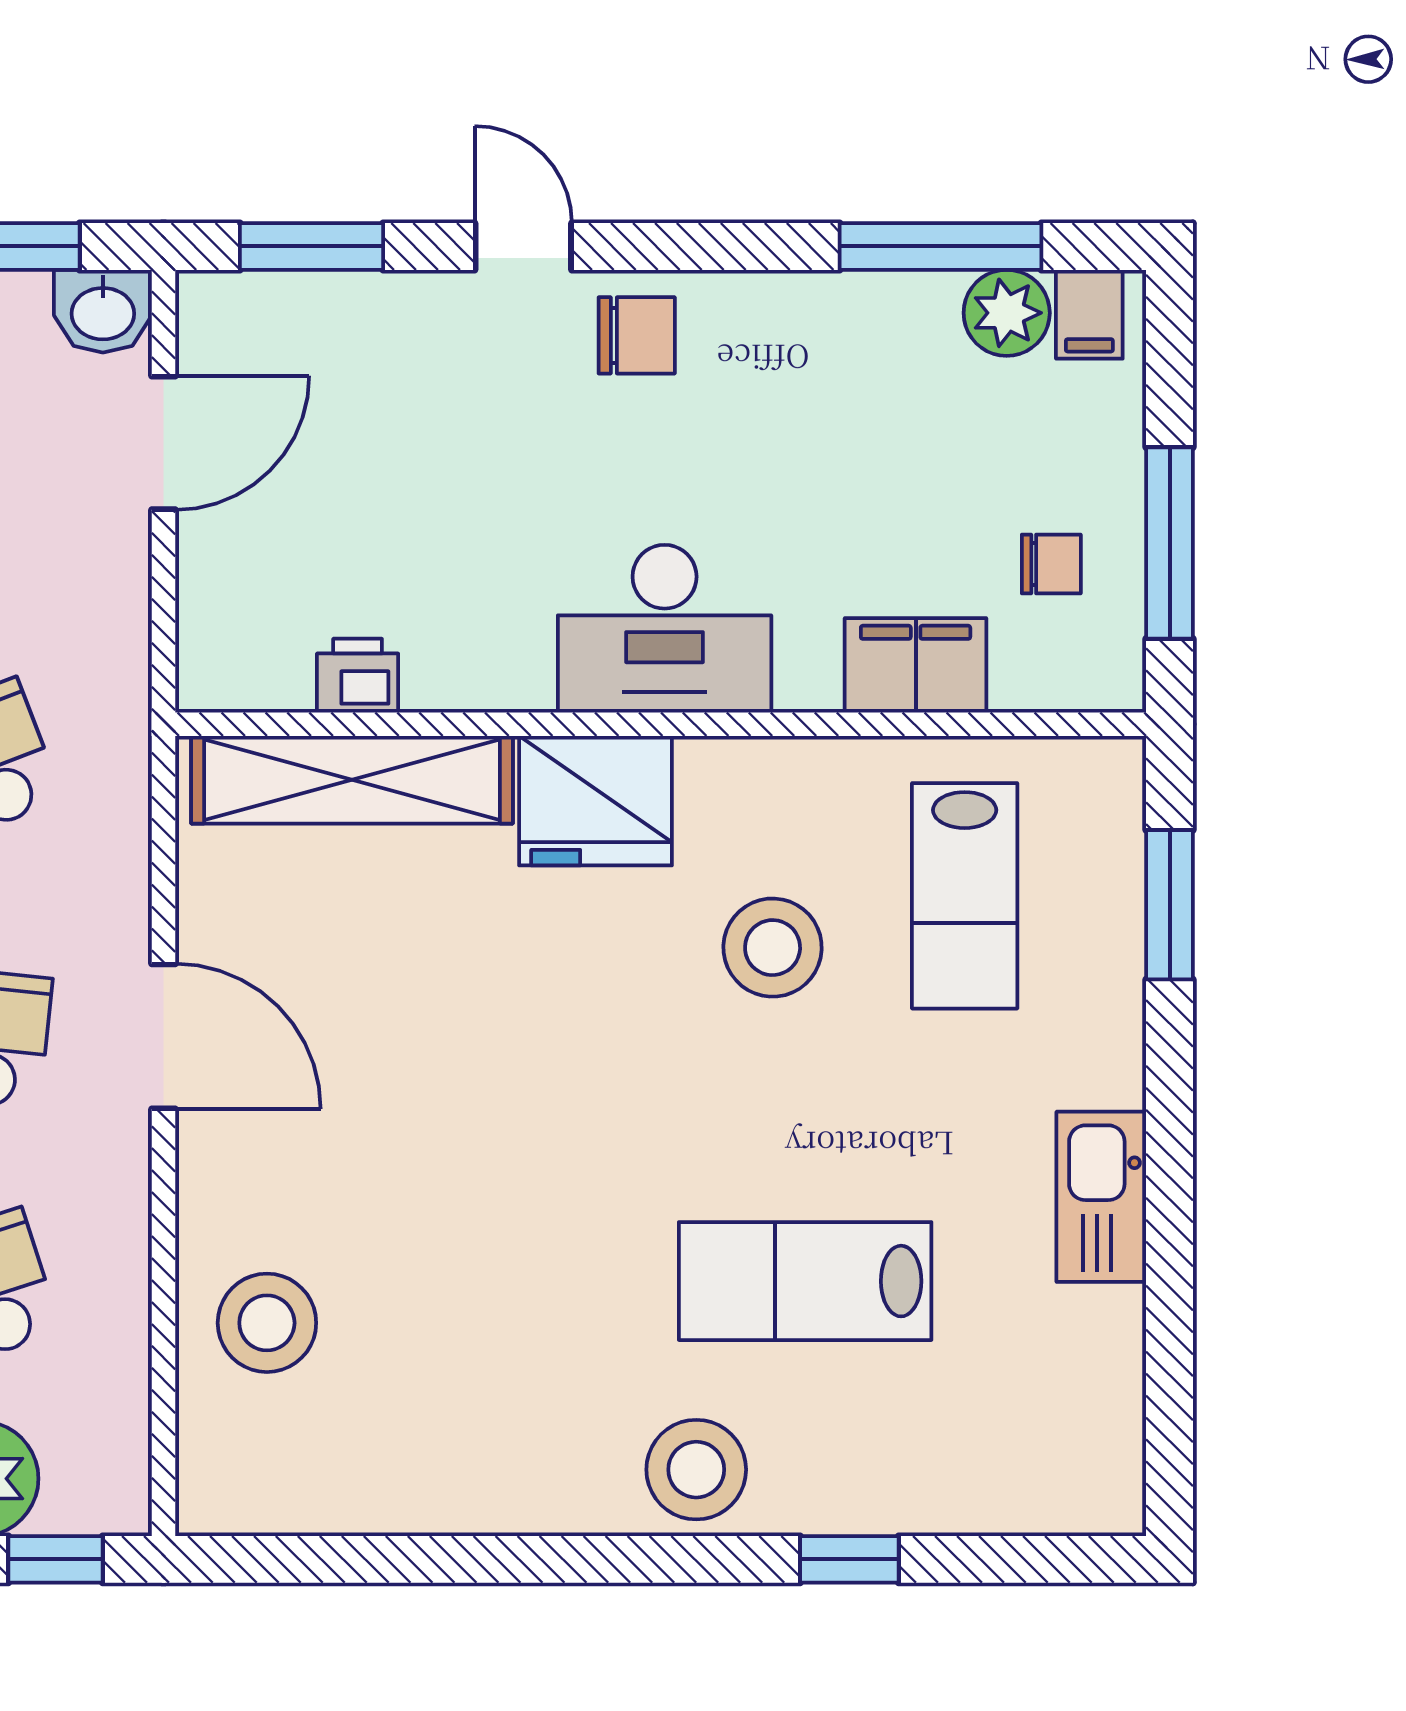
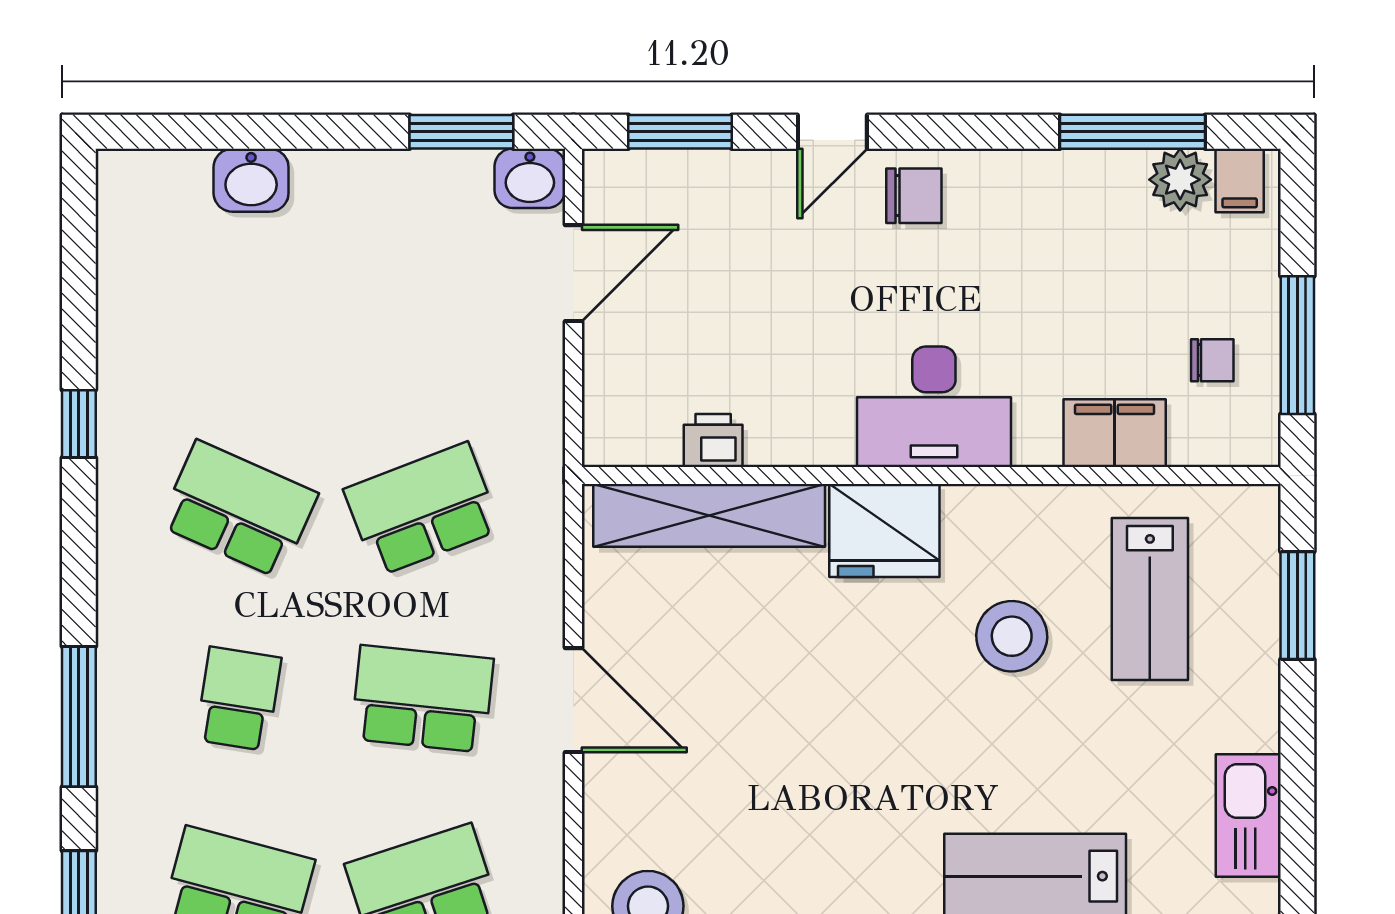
door: (523, 246) -> (832, 132), swing flipped

